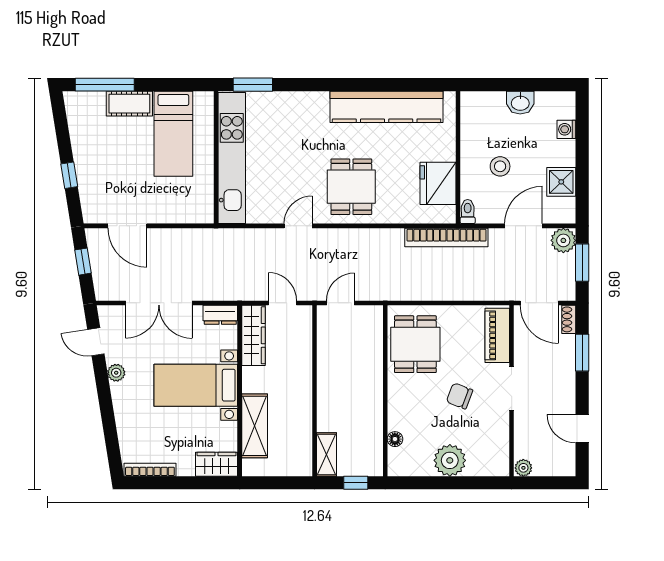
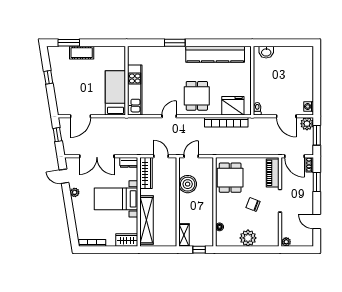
window: (105, 85) -> (69, 43), width x0.69
window: (253, 85) -> (175, 43), moved
washbasin: (520, 103) -> (266, 52), moved
washing machine: (566, 129) -> (309, 107), moved
bed: (173, 134) -> (115, 93), moved, turned 180
kitchen unit: (232, 158) -> (135, 90), width x0.73
stool: (500, 166) -> (274, 85), removed
window: (69, 175) -> (48, 77), moved
shower: (561, 182) -> (306, 93), removed
fridge: (438, 183) -> (233, 106), moved, turned 90
door: (127, 226) -> (81, 116), hinge flipped
door: (523, 226) -> (286, 116), swing flipped
bookcase: (446, 237) -> (226, 122), moved
boiler: (334, 357) -> (188, 184), added
shelving: (255, 426) -> (147, 220), width x1.47

